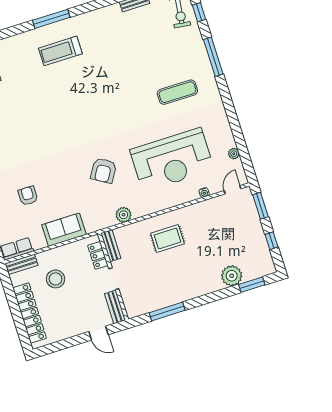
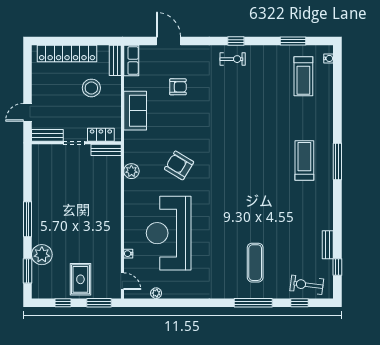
exercise mat: (177, 92) -> (255, 263), moved
rug: (167, 238) -> (80, 279), moved
window: (167, 311) -> (27, 219), moved

